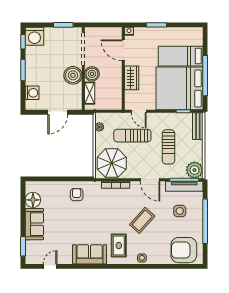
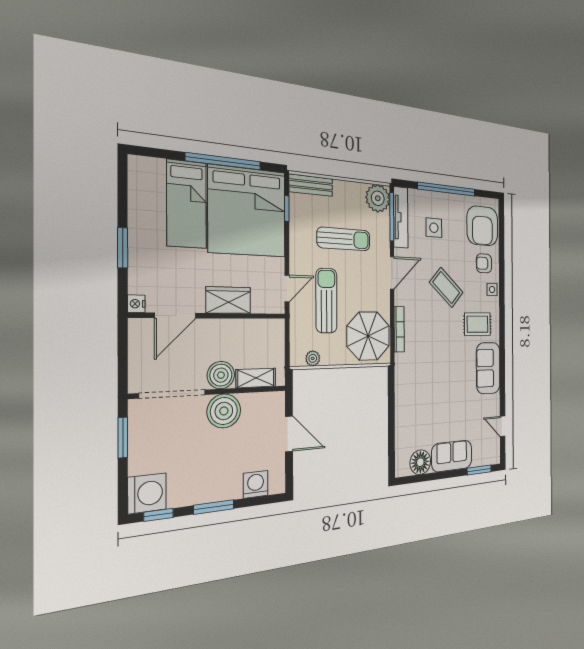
sun lounger: (132, 136) -> (326, 301), turned 180
armchair: (77, 195) -> (484, 263), moved

